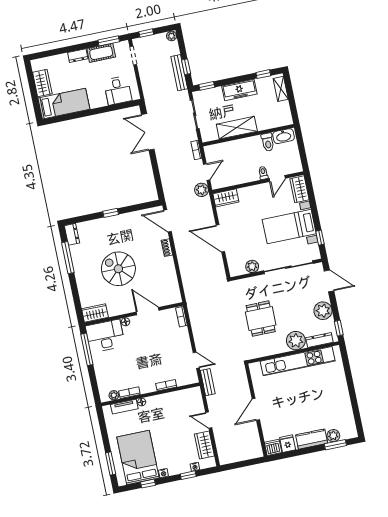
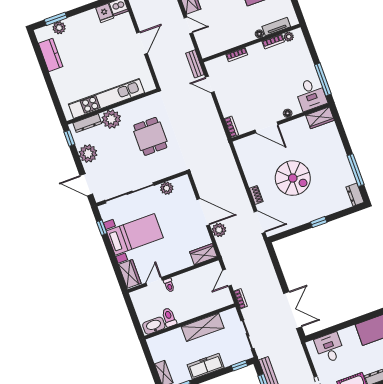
plant: (202, 190) -> (219, 230), moved
spiral stairs: (118, 269) -> (293, 178), moved
desk: (105, 336) -> (311, 94), width x0.73
kitchen counter: (312, 439) -> (51, 55), moved, turned -90

